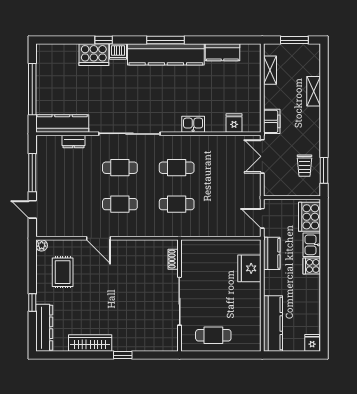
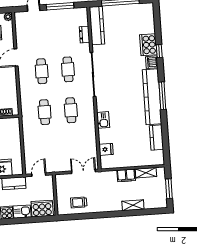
filing cabinet: (272, 121) -> (126, 175), moved
window: (324, 170) -> (76, 217), removed

